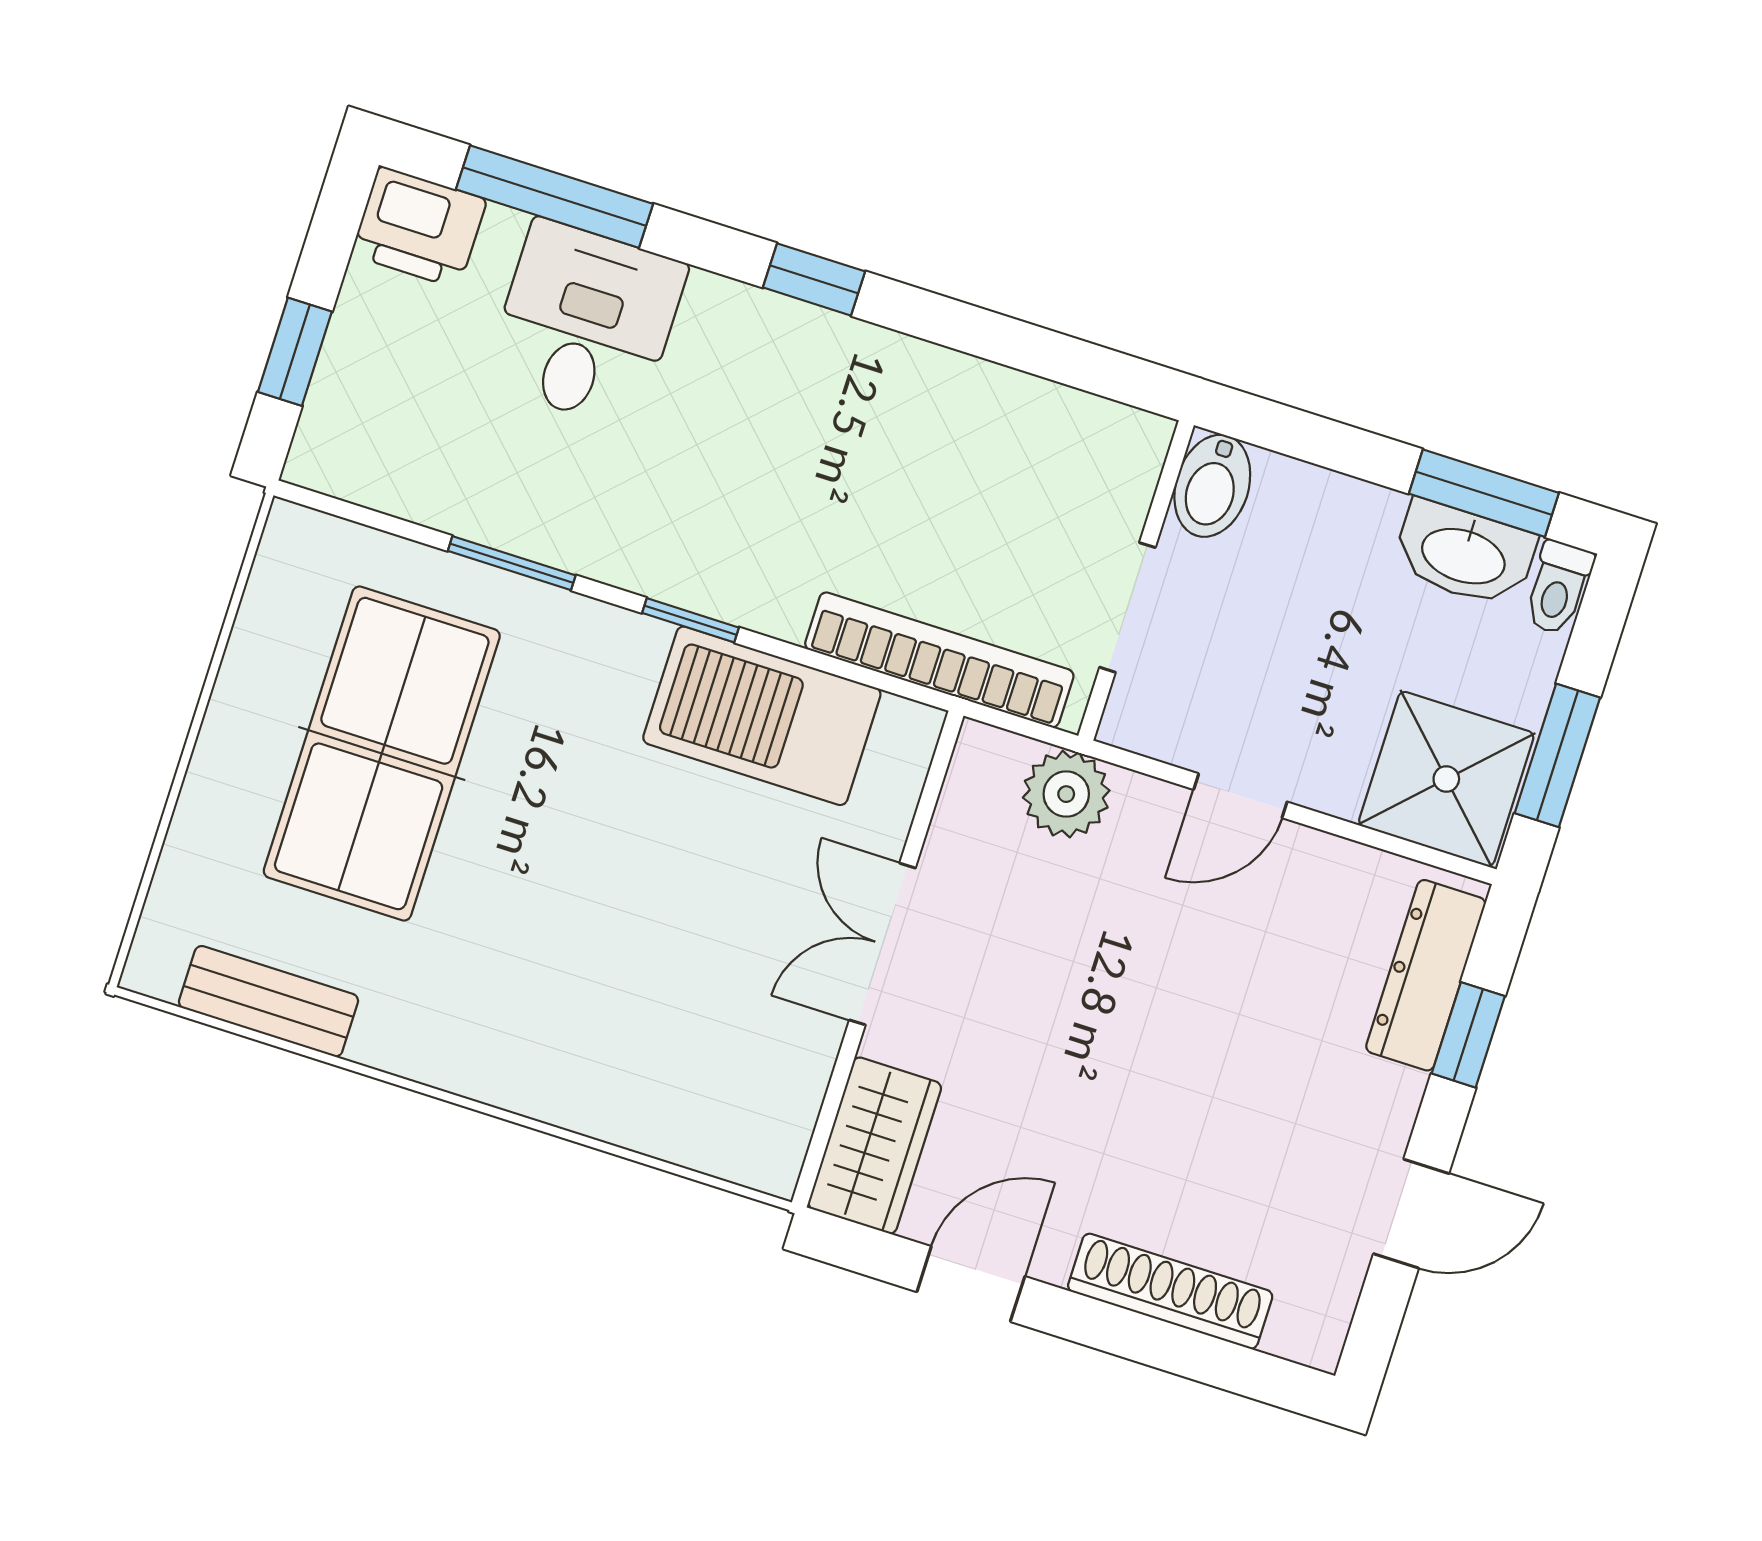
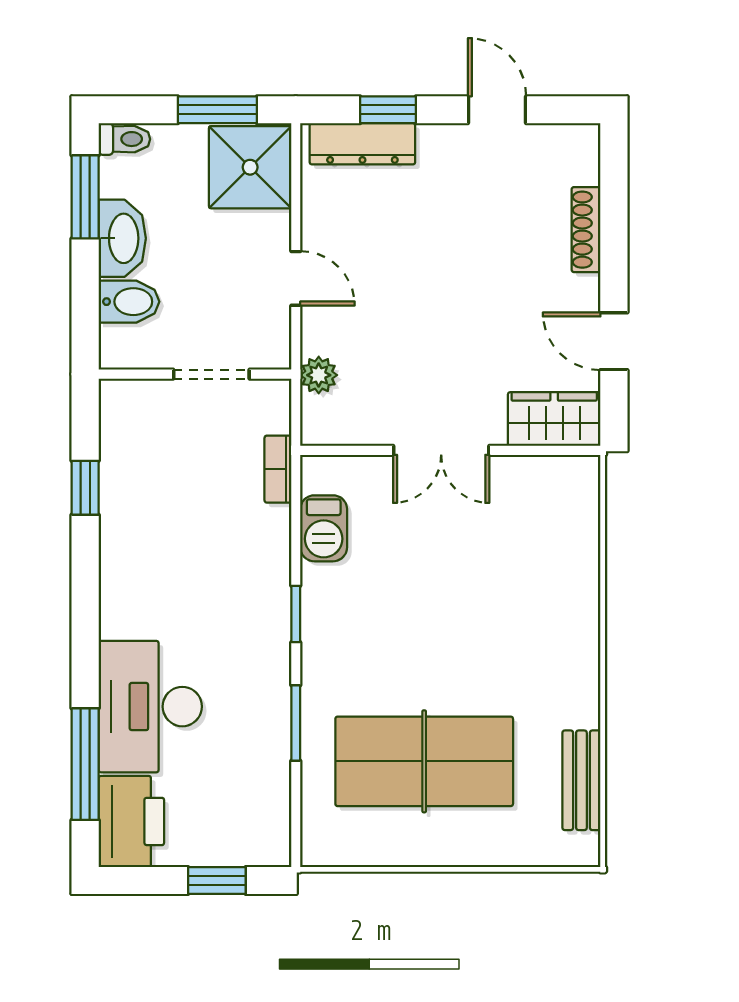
printer: (419, 227) -> (131, 821), width x1.37, depth x1.19
window: (814, 279) -> (85, 488), moved
desk: (586, 324) -> (150, 707), width x1.37
bidet: (1212, 486) -> (129, 302), moved
washbasin: (1464, 554) -> (122, 238), moved
bookcase: (939, 660) -> (278, 469), width x0.43, depth x0.76
barbecue: (762, 716) -> (324, 528), width x0.53, depth x0.65
plant: (1066, 794) -> (319, 375), width x0.73, depth x0.73
shoe rack: (1170, 1291) -> (586, 230), width x0.74, depth x0.81

